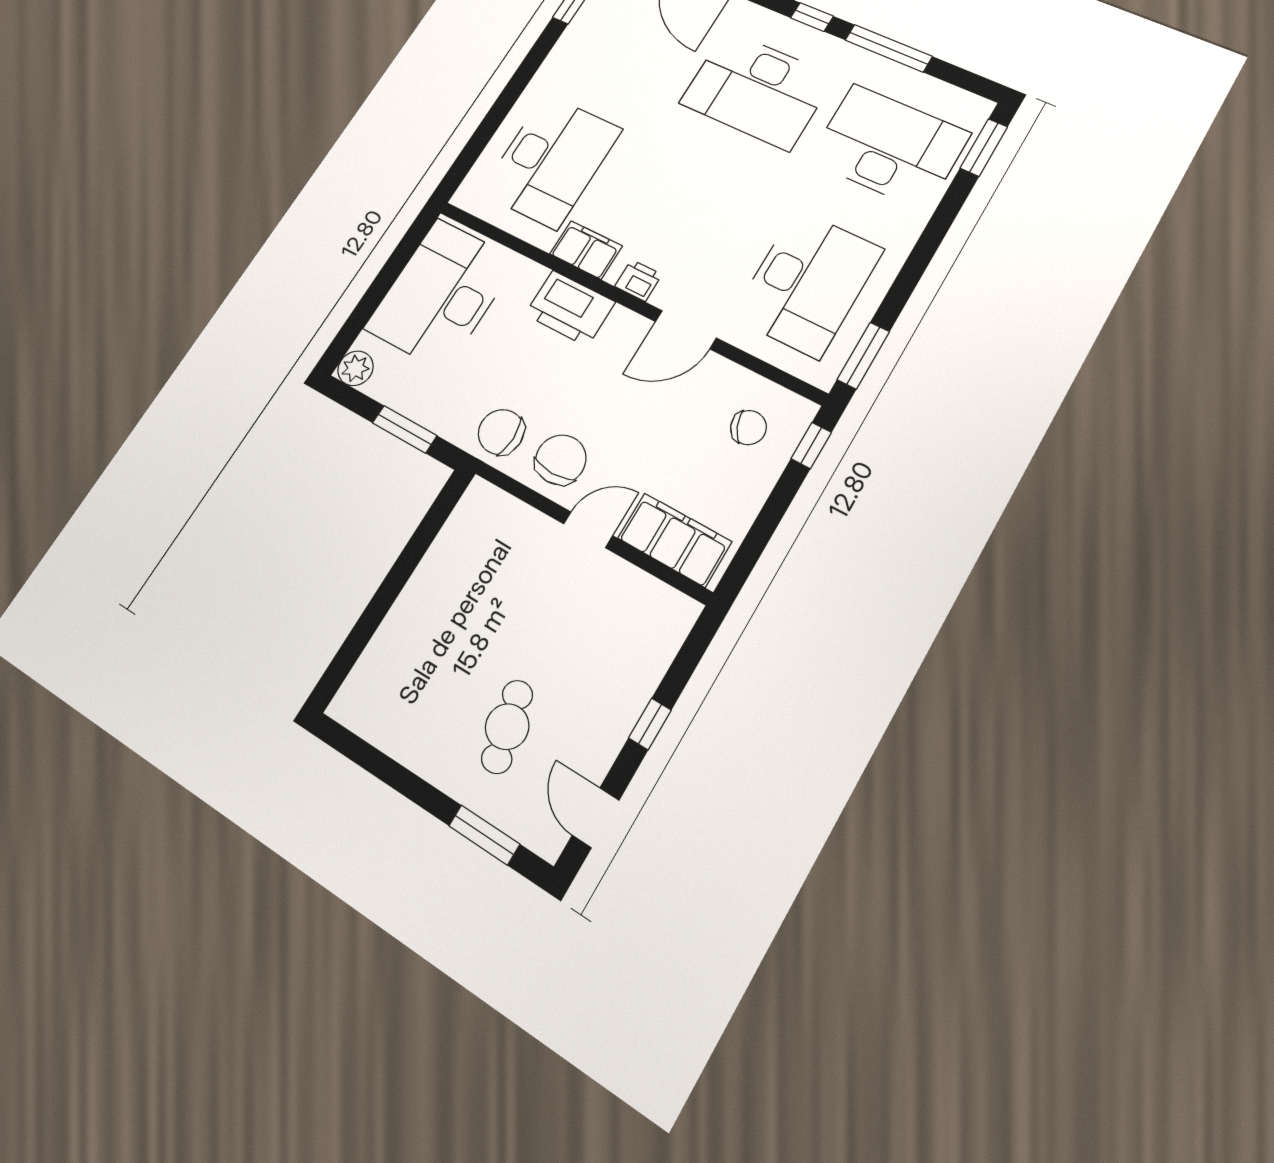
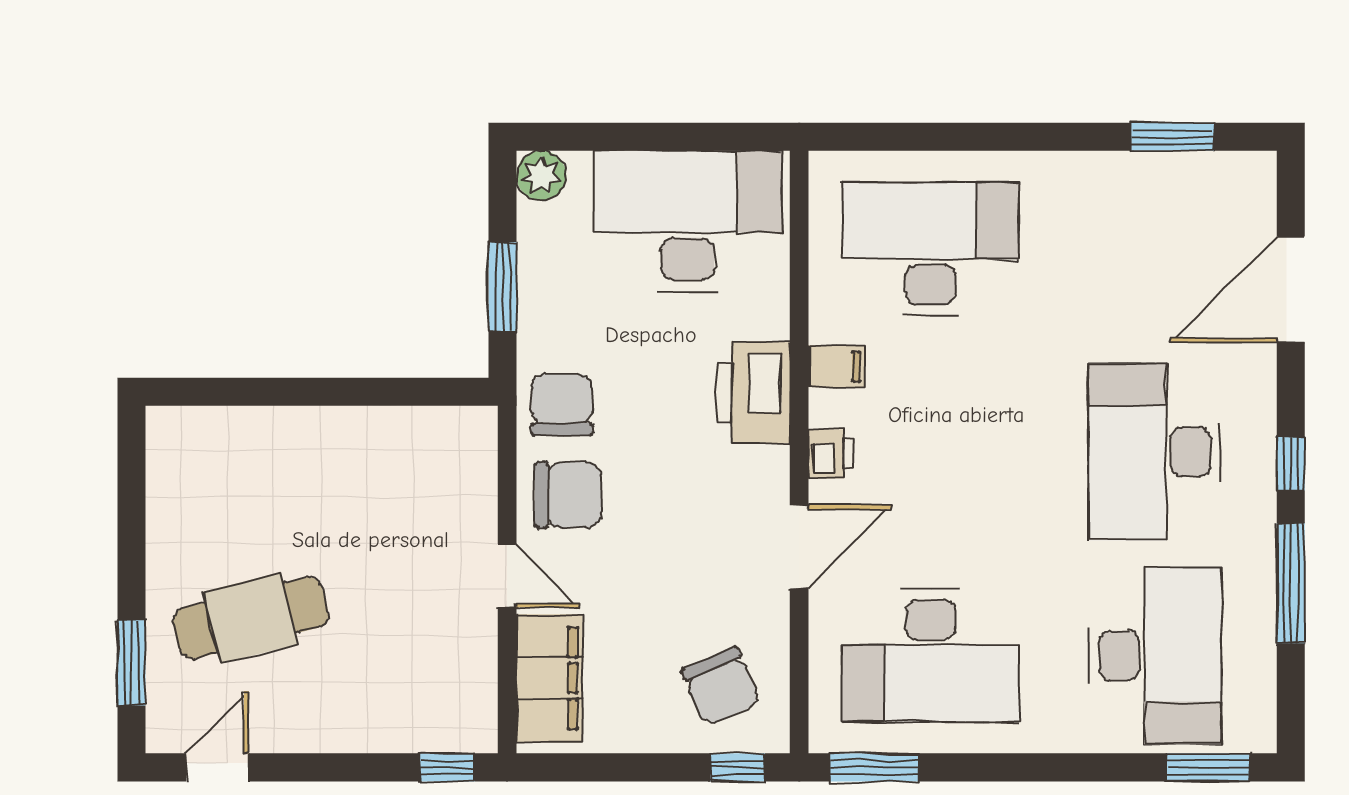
desk: (551, 161) -> (930, 249), turned 180
filing cabinet: (586, 250) -> (836, 366), width x0.50
door: (686, 330) -> (799, 547), swing flipped
chair: (748, 428) -> (721, 686), width x1.37, depth x1.37
window: (650, 724) -> (447, 767), moved
cafe table: (507, 727) -> (251, 618), width x1.37, depth x1.35

